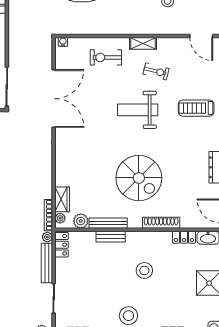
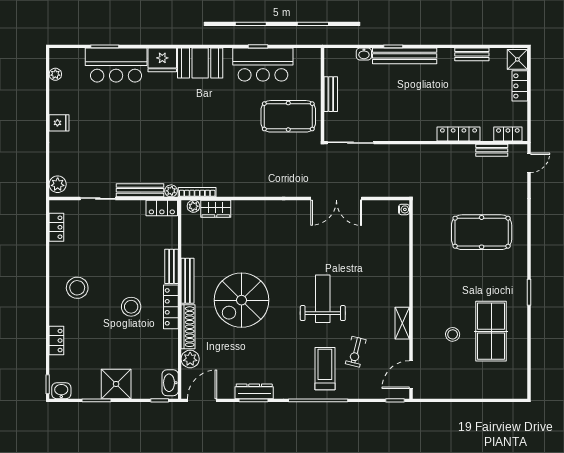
shelving: (143, 43) -> (402, 323), moved
exercise bike: (106, 57) -> (385, 261), removed
exercise bike: (156, 71) -> (356, 352), moved
double door: (54, 99) -> (336, 198), width x0.73
plant: (81, 221) -> (190, 359), moved
bench: (108, 223) -> (188, 281), moved
locker: (184, 237) -> (171, 307), moved, width x1.53

